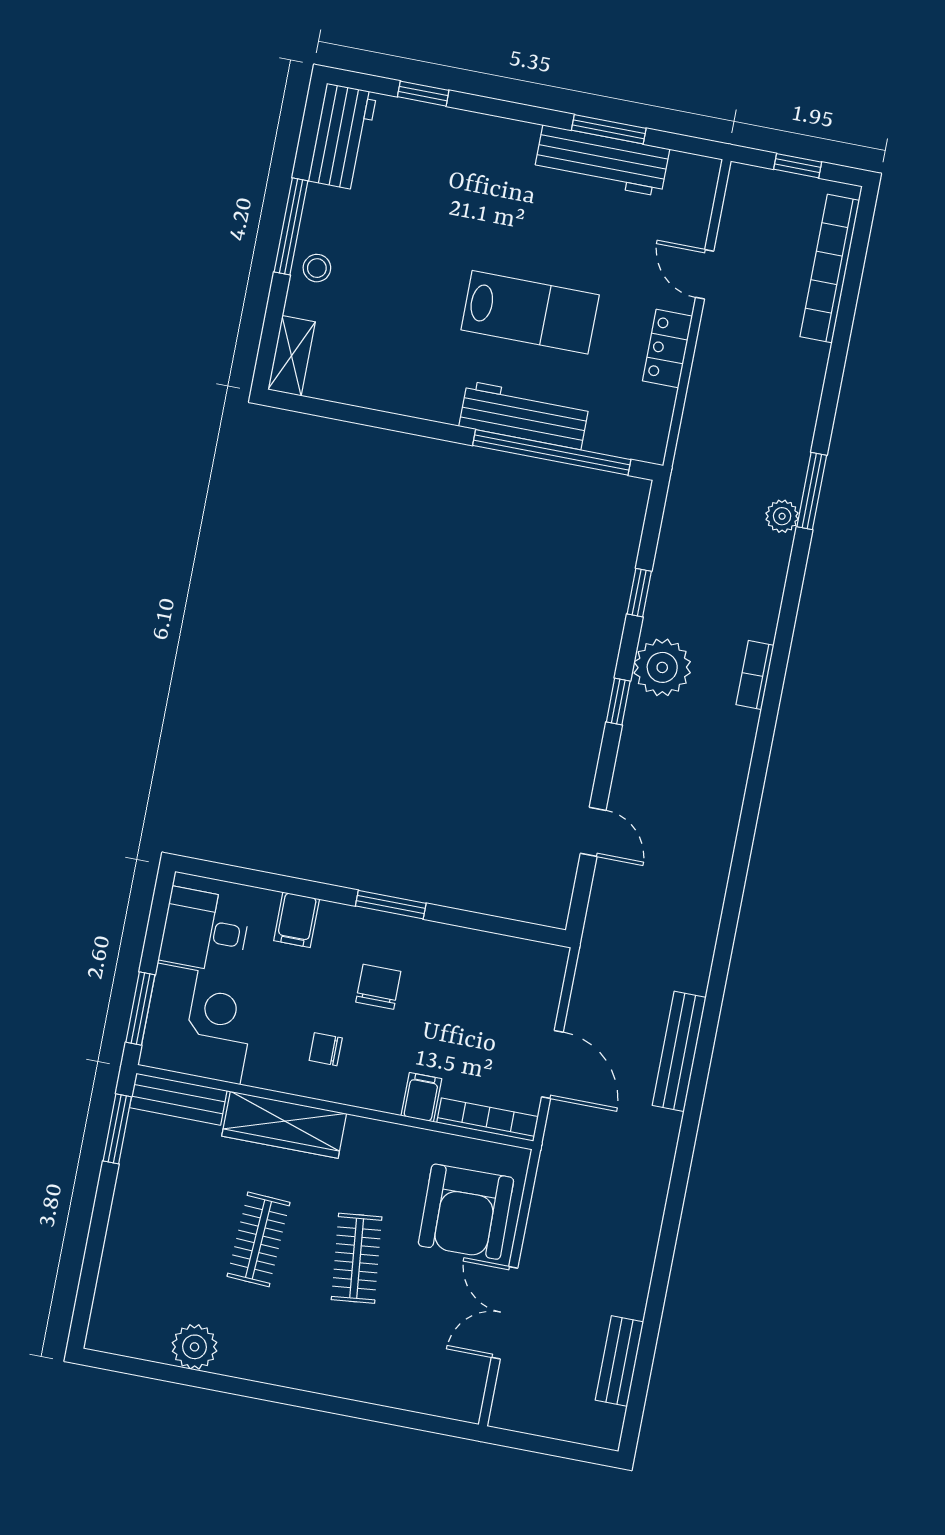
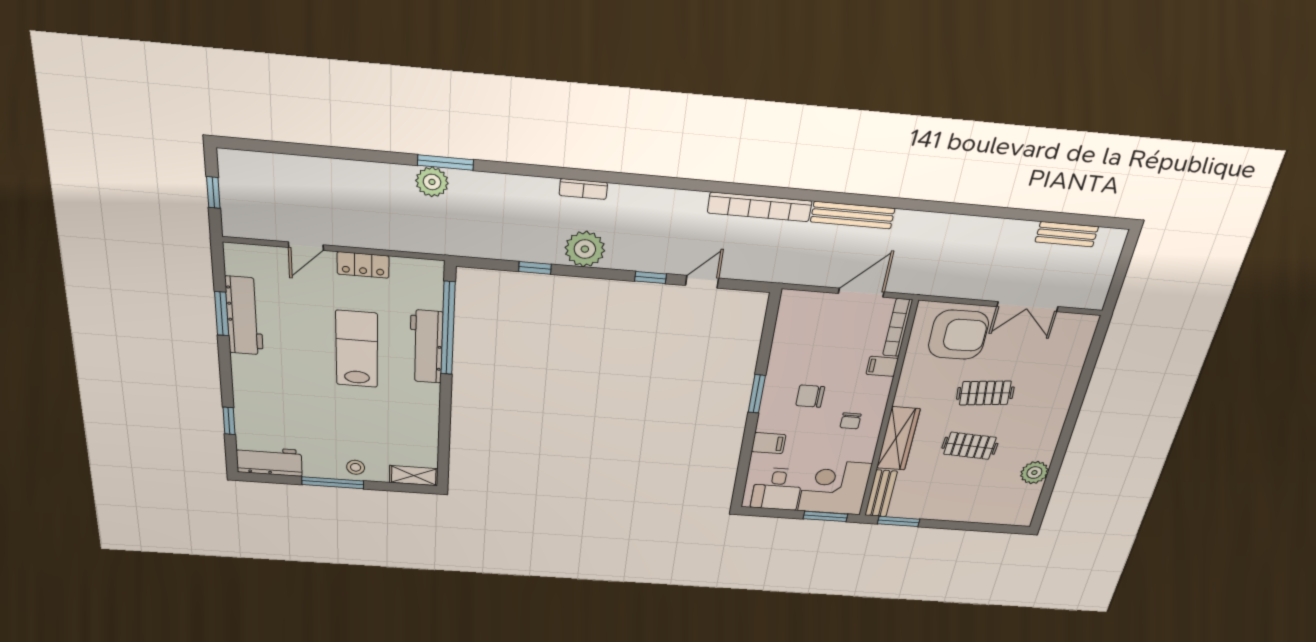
bookcase: (830, 269) -> (760, 207), moved
plant: (782, 516) -> (432, 182), moved, width x1.38, depth x1.38
window: (618, 702) -> (650, 277), moved

